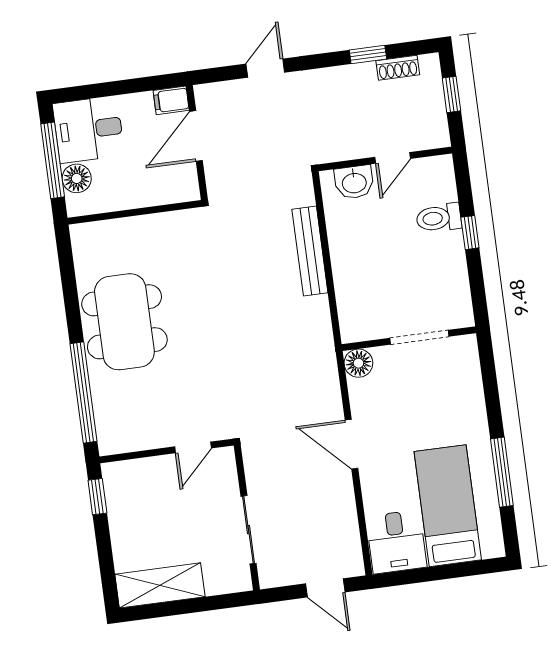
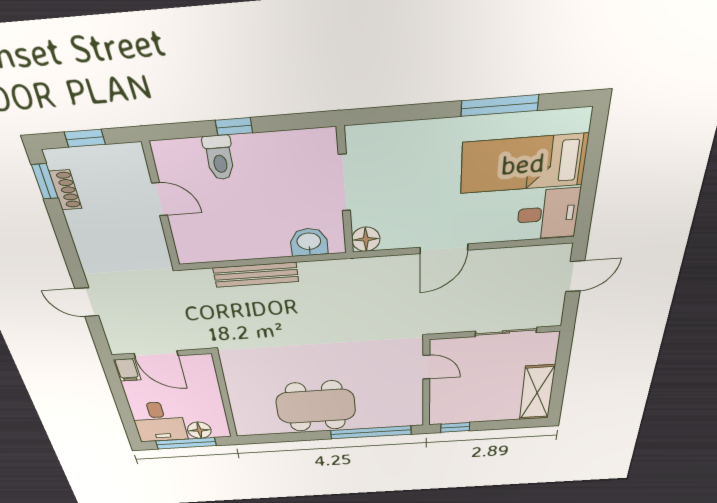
window: (368, 54) -> (45, 181), moved
washbasin: (354, 182) -> (309, 242), moved, turned -90

